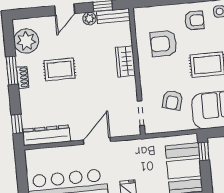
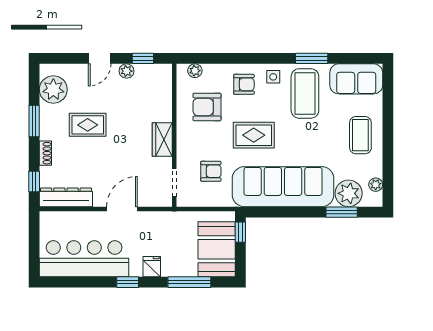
plant: (150, 13) -> (195, 71), added
bench: (113, 16) -> (154, 71), removed
wardrobe: (125, 61) -> (162, 139), moved
shoe rack: (23, 77) -> (45, 153), moved
armchair: (172, 100) -> (211, 171), turned -105

